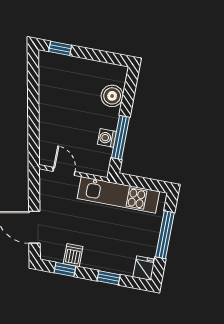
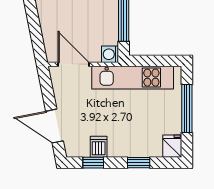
washing machine: (107, 138) -> (110, 54), moved
door: (64, 171) -> (74, 64), width x1.38

